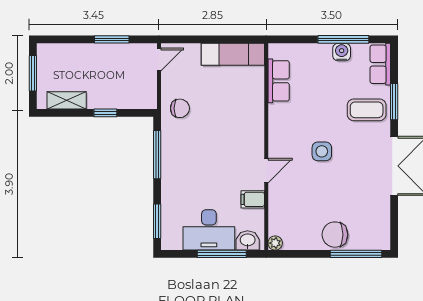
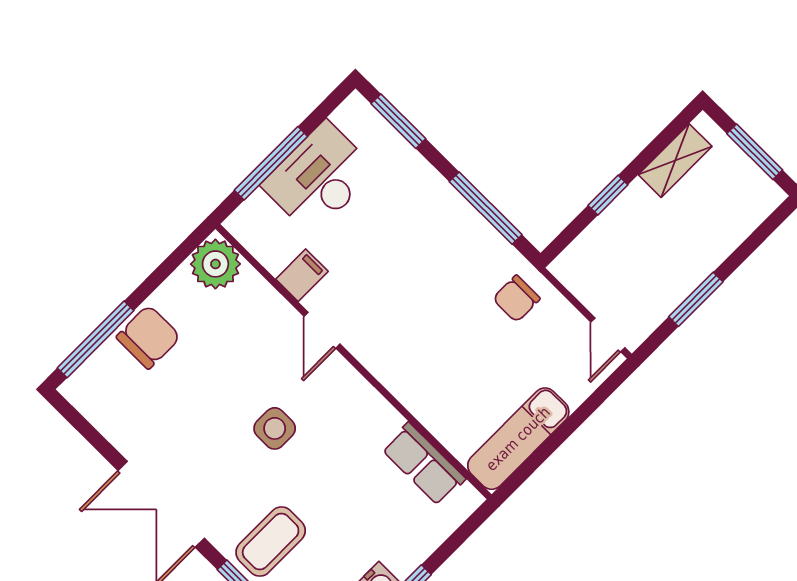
washbasin: (248, 240) -> (255, 215), removed
plant: (275, 243) -> (215, 264), width x1.87, depth x1.87

